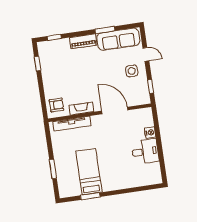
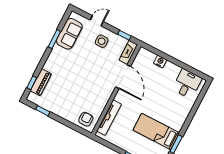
sofa: (118, 39) -> (69, 34), width x0.73
piano: (83, 41) -> (41, 82), moved
fireplace: (81, 109) -> (128, 52), moved
door: (115, 110) -> (123, 77), swing flipped
desk: (145, 151) -> (187, 84), moved

